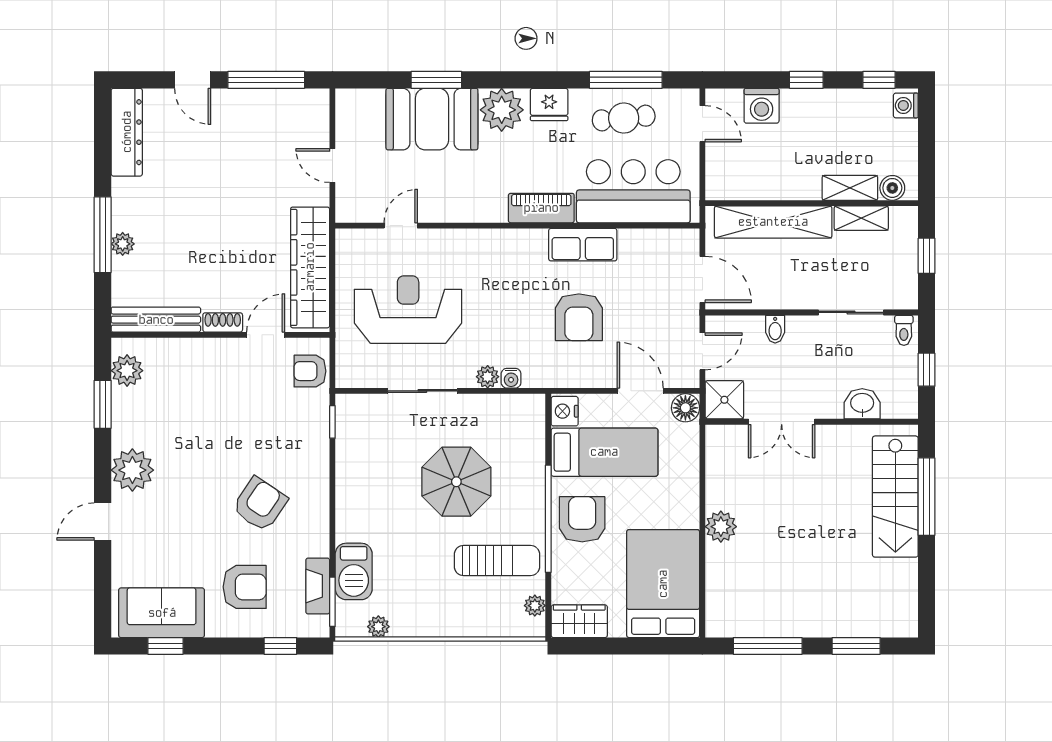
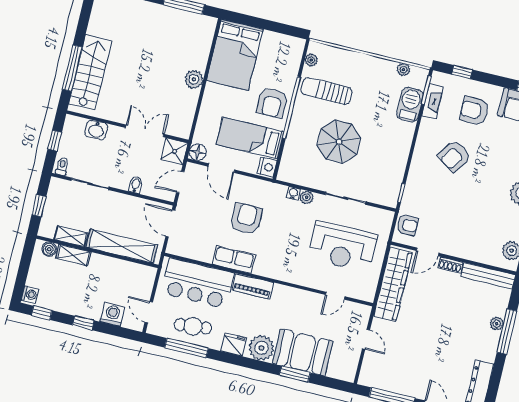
wardrobe: (579, 621) -> (288, 45), removed

